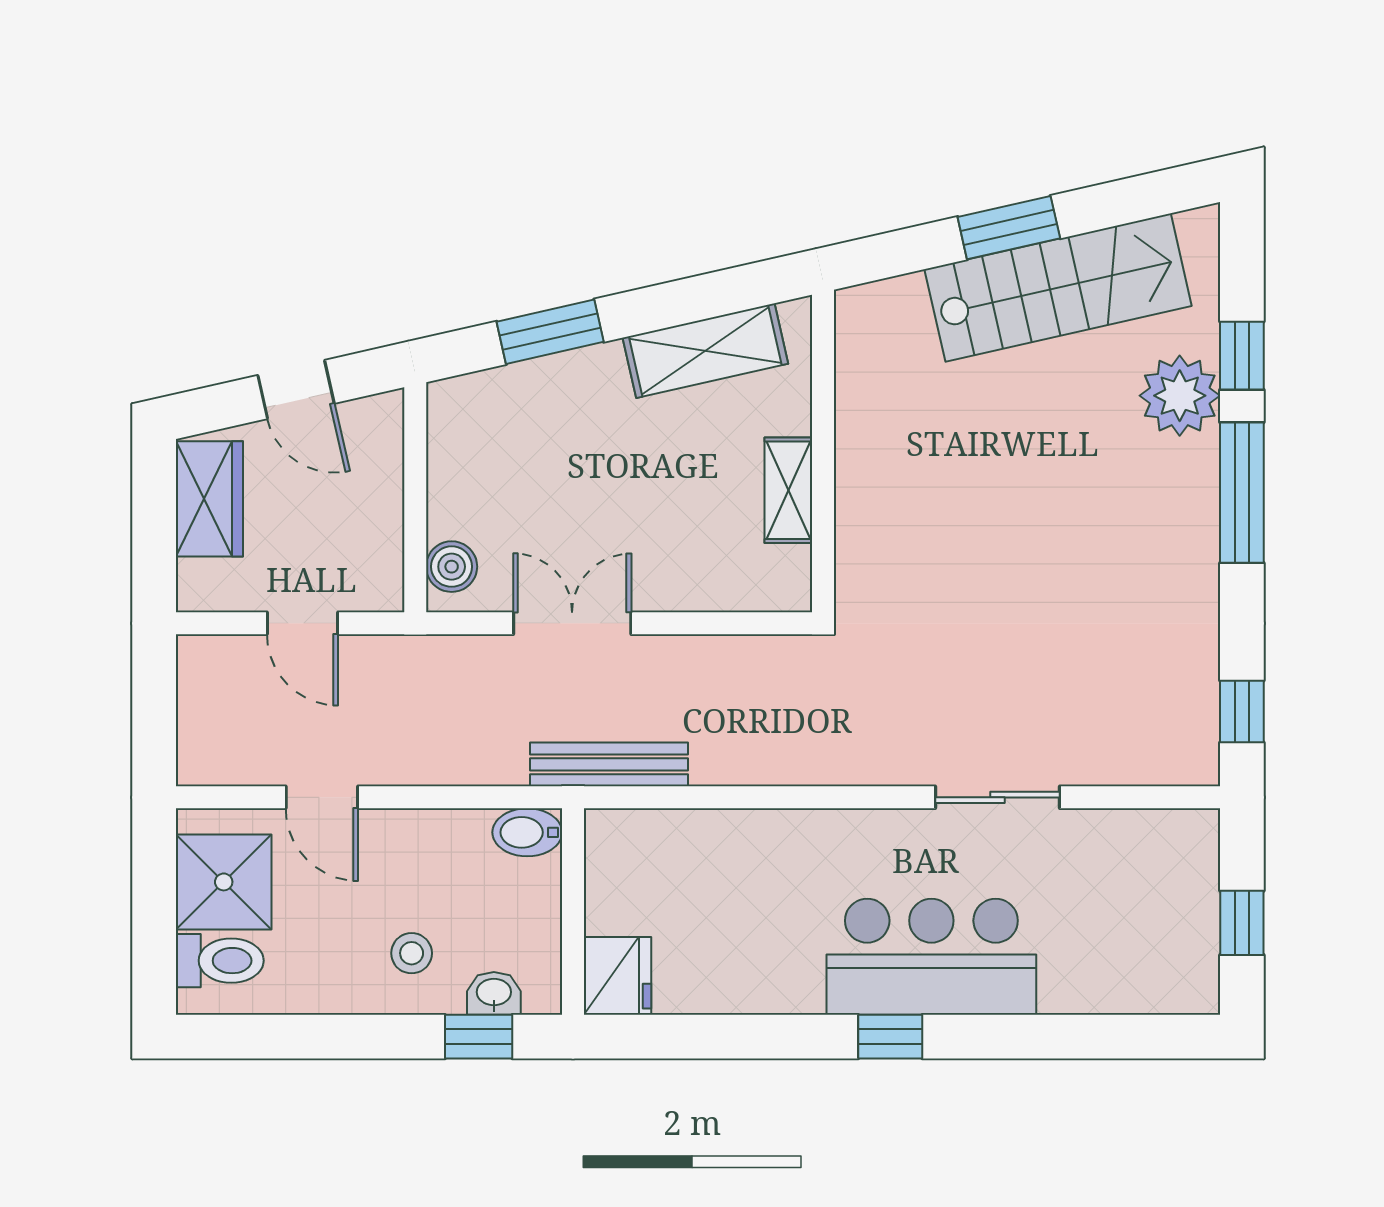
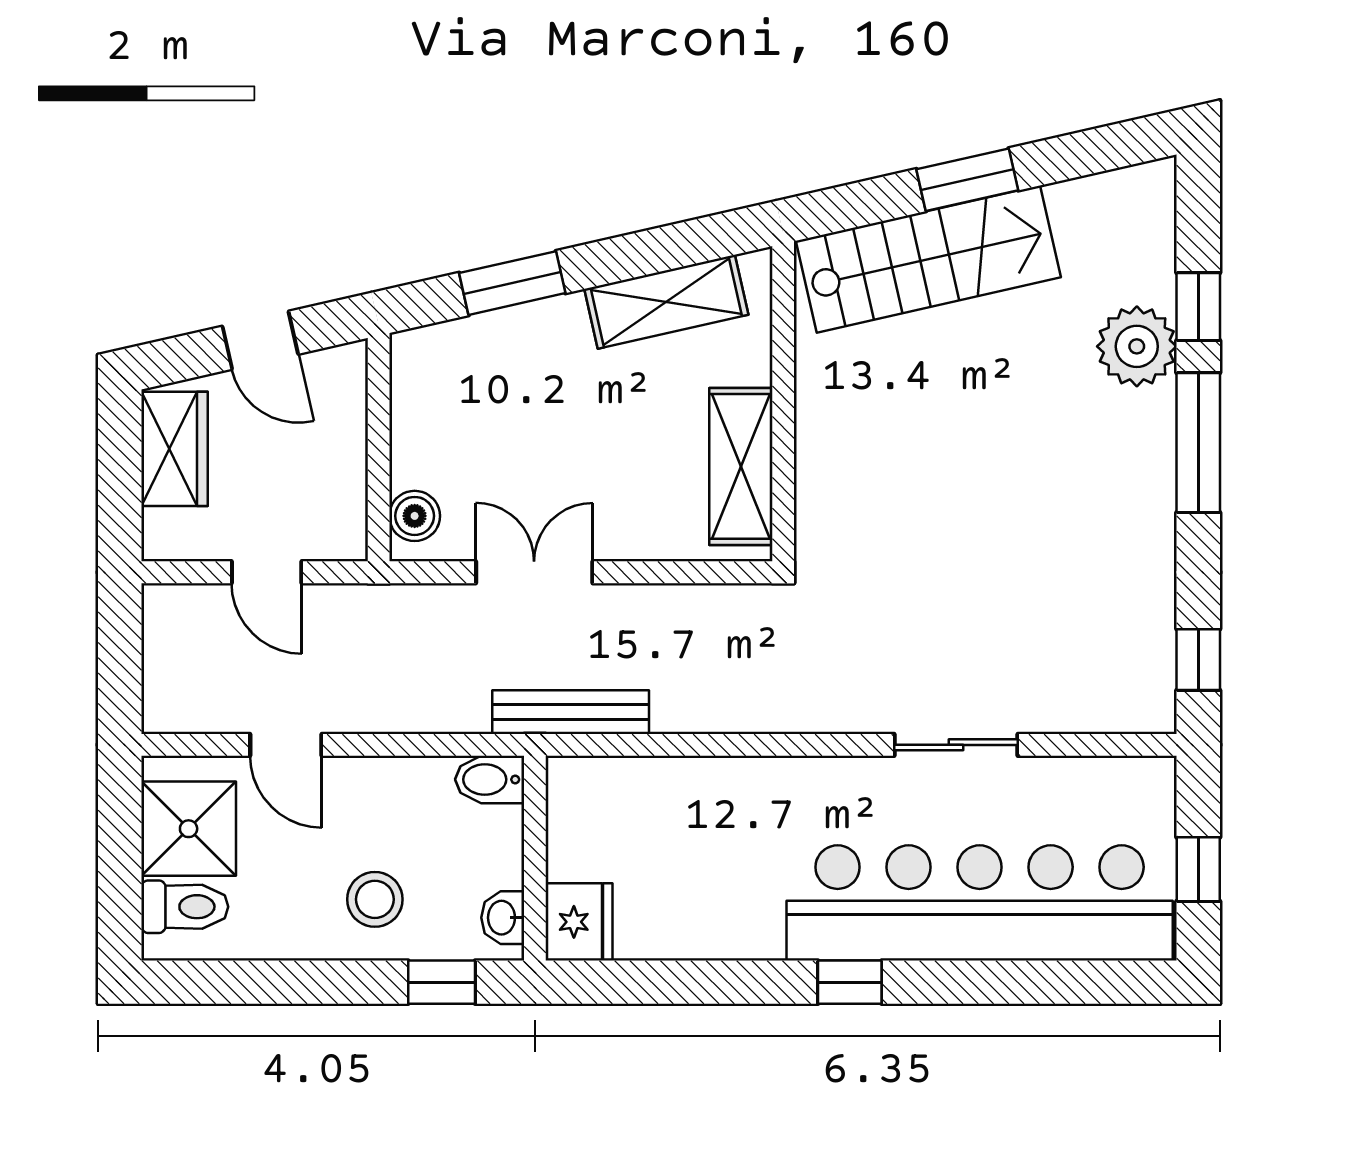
stairs: (1058, 288) -> (928, 259), moved
shelving: (788, 490) -> (741, 466), width x1.50, depth x1.33
stool: (412, 953) -> (375, 899), width x1.37, depth x1.37
bar counter: (931, 957) -> (980, 903), width x1.86
washbasin: (494, 993) -> (503, 918), moved, turned -90

